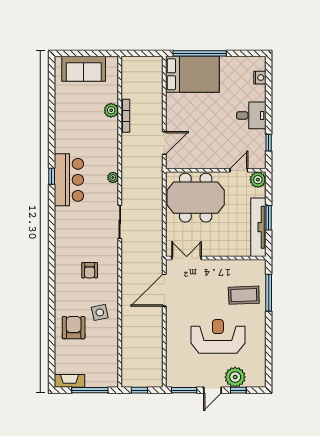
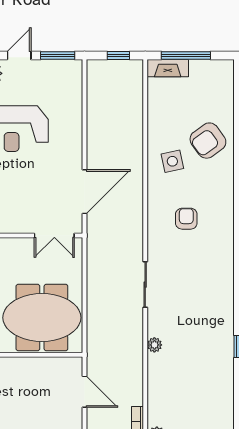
door: (164, 143) -> (85, 392), swing flipped
bar counter: (69, 180) -> (214, 342), removed
armchair: (74, 328) -> (208, 141), turned 54
fireplace: (70, 381) -> (168, 68), moved

